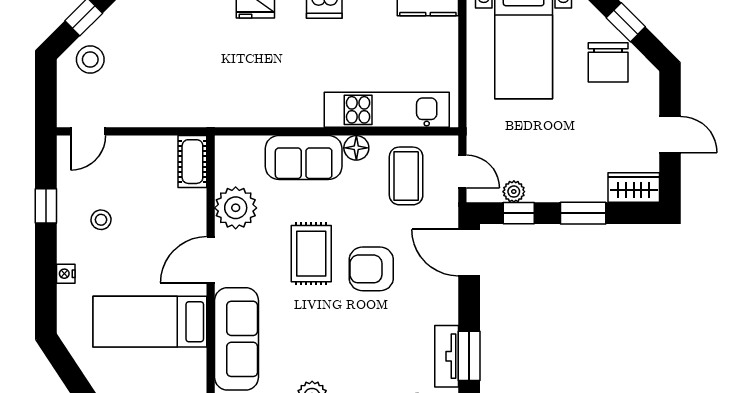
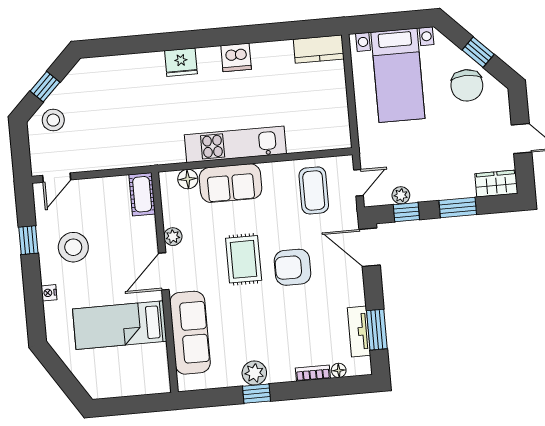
kitchen unit: (387, 110) -> (235, 144), moved
floor lamp: (356, 148) -> (188, 179), moved
door: (462, 171) -> (358, 183), hinge flipped
plant: (236, 208) -> (173, 237), width x0.53, depth x0.53
stool: (101, 220) -> (73, 247), width x1.89, depth x1.89

